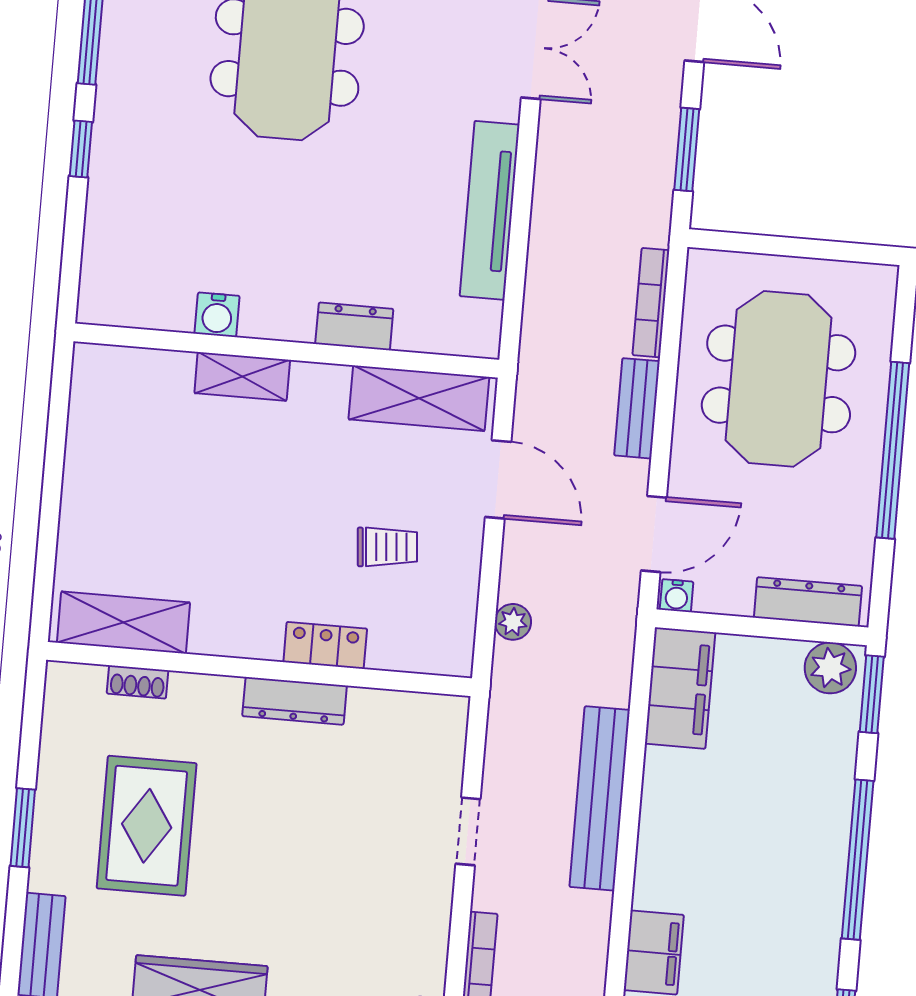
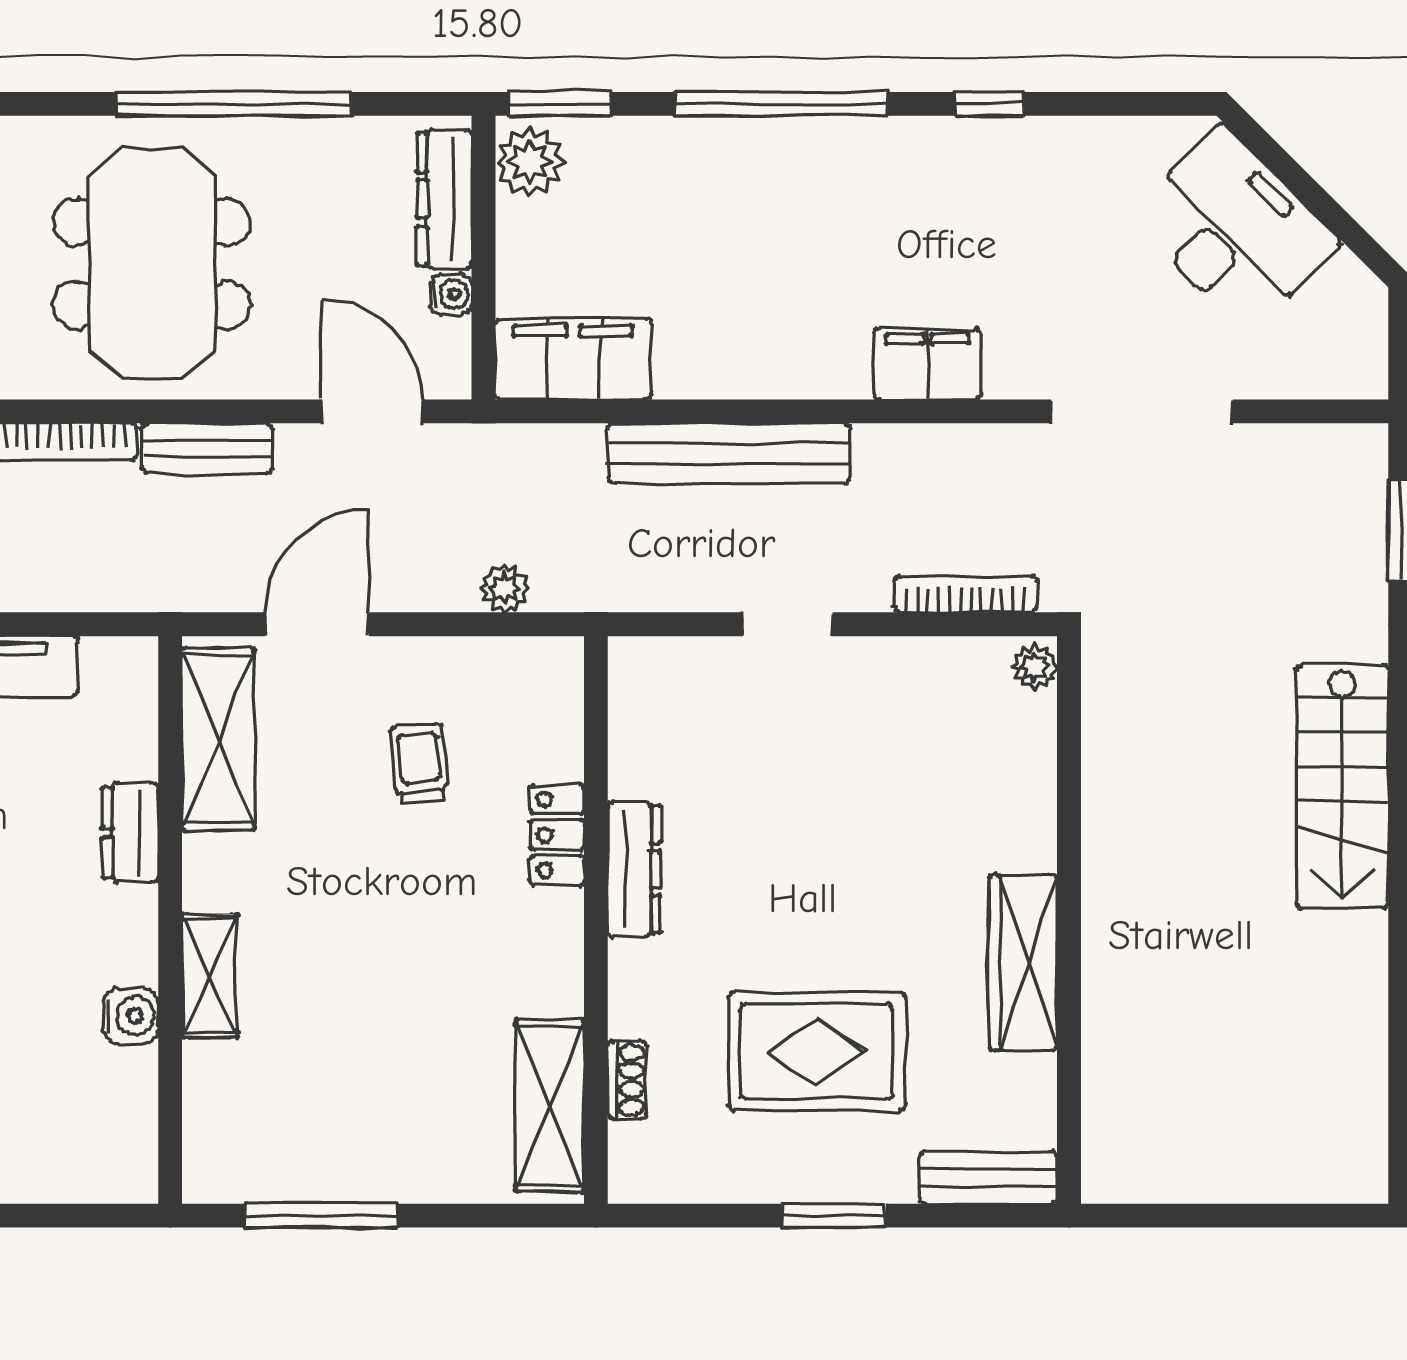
meeting table: (779, 379) -> (152, 263), turned 90
window: (56, 445) -> (321, 1216), added
water cooler: (677, 596) -> (451, 294), moved

